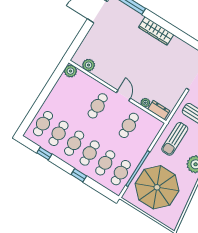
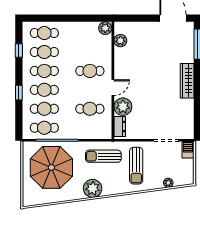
plant: (145, 103) -> (123, 107), width x1.87, depth x1.87

